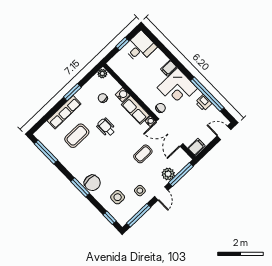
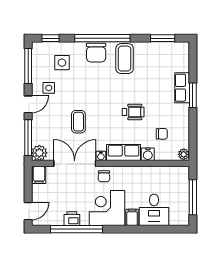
window: (122, 44) -> (193, 197), width x2.17
desk: (140, 47) -> (154, 210), moved
window: (72, 92) -> (193, 95), moved
row of seats: (64, 112) -> (182, 88), width x0.68
coffee table: (77, 136) -> (125, 59), moved
window: (46, 152) -> (163, 38), width x0.69
plant: (168, 174) -> (39, 153), moved
chair: (92, 183) -> (96, 53), turned -90
window: (80, 187) -> (102, 38), width x2.11
door: (161, 193) -> (28, 104), swing flipped

